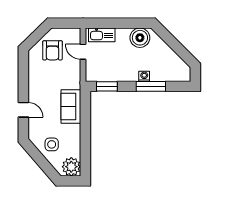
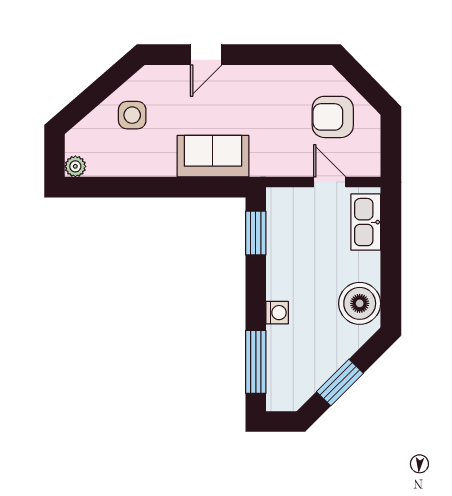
window: (177, 47) -> (340, 383), added
door: (83, 52) -> (330, 182), hinge flipped
window: (151, 86) -> (256, 362), moved
plant: (71, 167) -> (75, 166), width x0.53, depth x0.53

